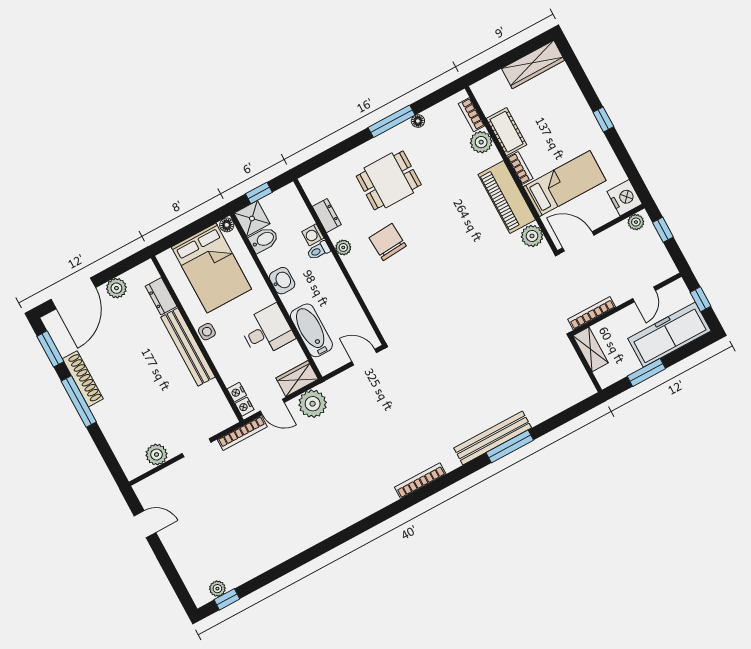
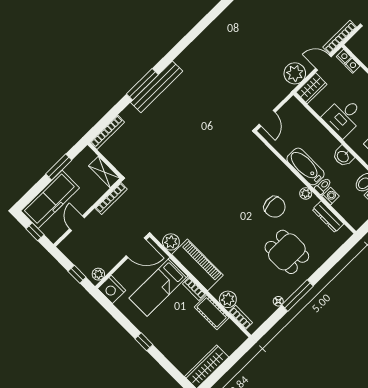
dining table: (389, 180) -> (287, 252), turned 90
dresser: (327, 216) -> (328, 217), width x1.44
bathtub: (311, 330) -> (305, 166), moved, turned 180
door: (364, 357) -> (267, 118), hinge flipped
bookcase: (420, 481) -> (107, 132), moved

